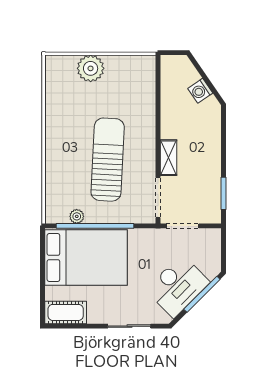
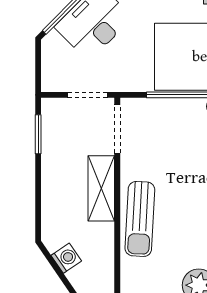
shelving: (168, 158) -> (101, 188), width x1.50, depth x1.33
sun lounger: (108, 160) -> (140, 219), moved, width x0.73, depth x0.75

